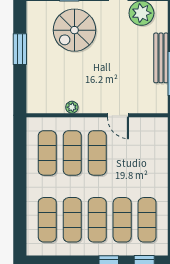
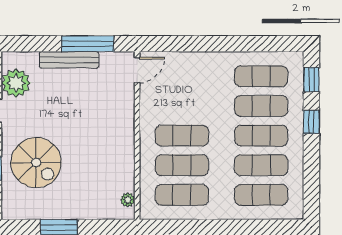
plant: (72, 107) -> (128, 200), moved
door: (118, 115) -> (137, 70), moved

